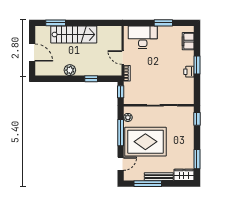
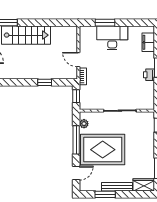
window: (163, 23) -> (105, 23), moved
desk: (143, 37) -> (112, 38), moved
plant: (70, 70) -> (22, 73), removed
window: (148, 184) -> (105, 194), width x0.69

